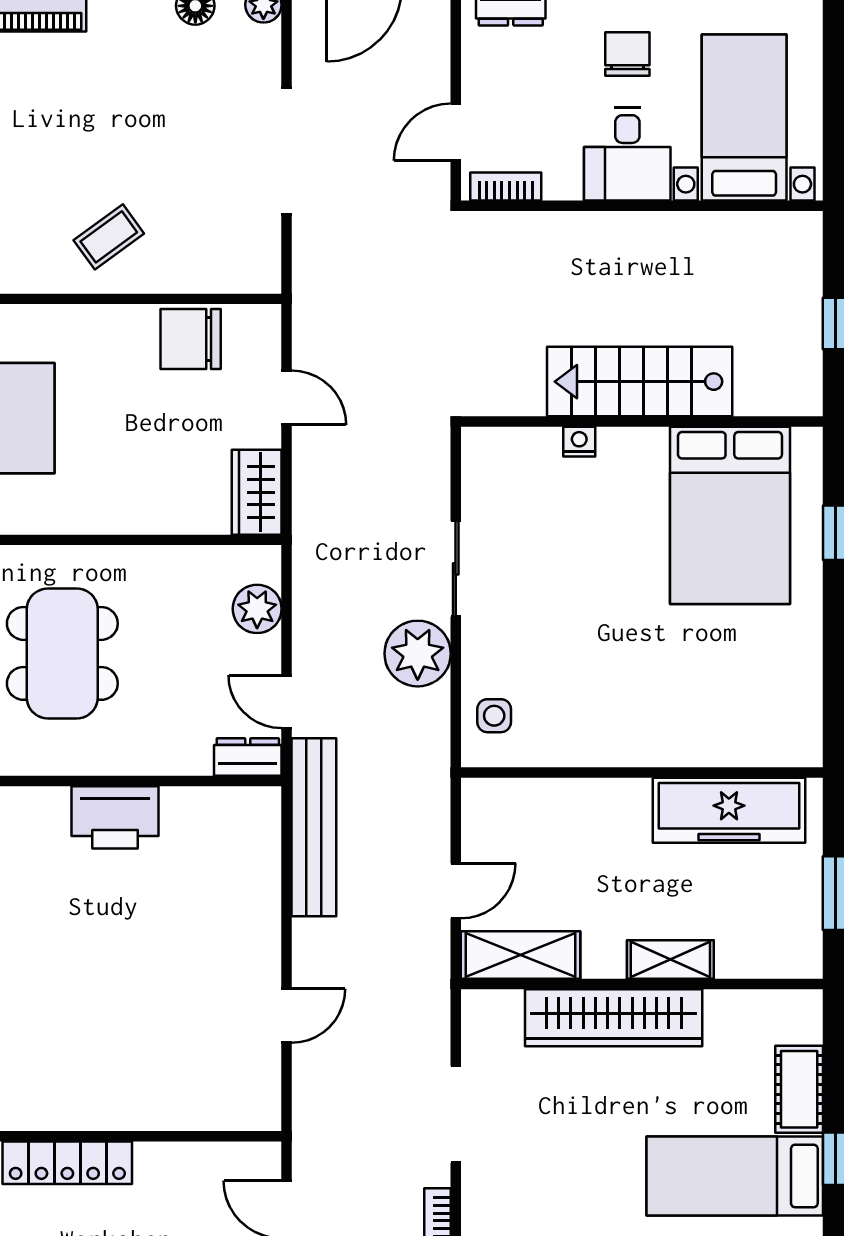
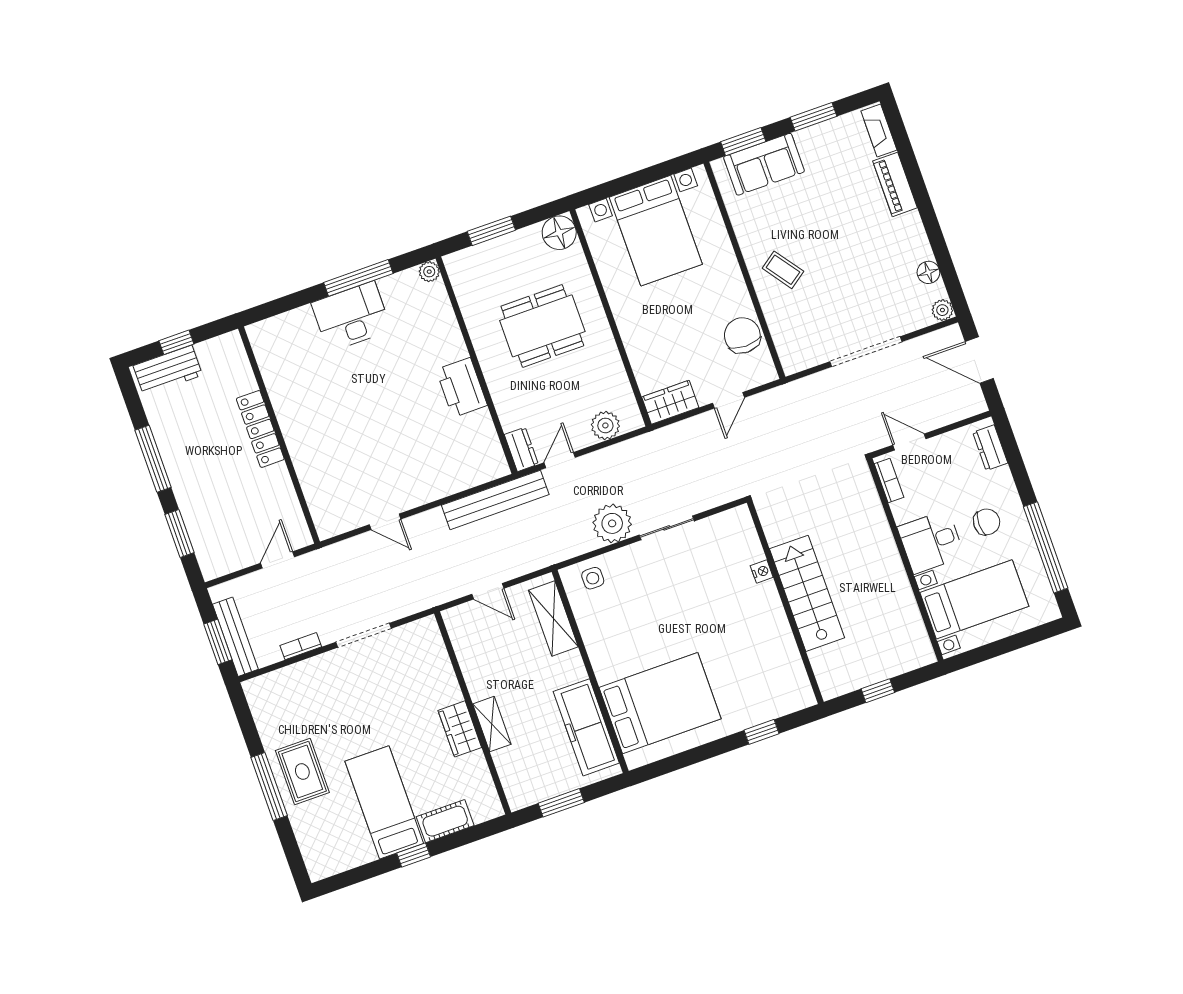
bed: (730, 515) -> (660, 703), moved, turned 180
shelving: (520, 955) -> (553, 618), moved
wardrobe: (614, 1018) -> (460, 729), width x0.48, depth x0.85

